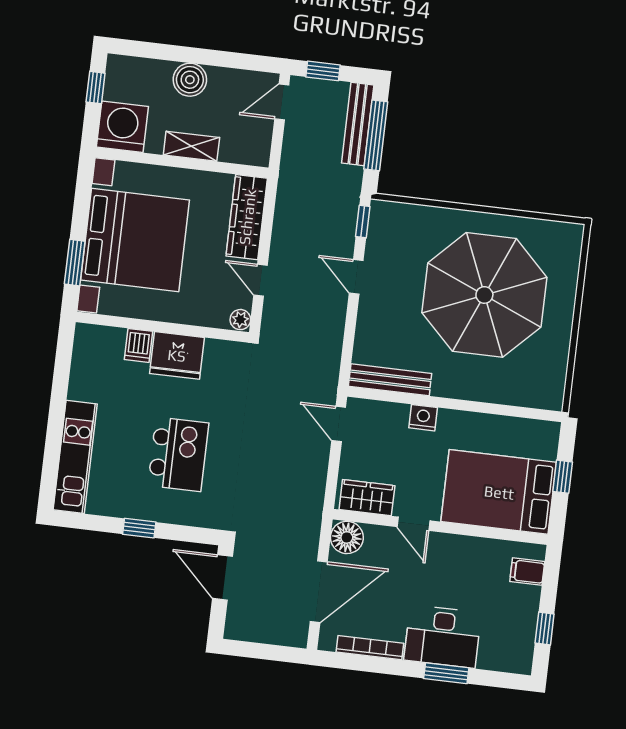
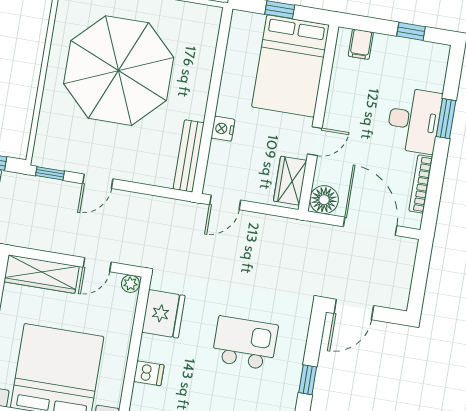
fridge: (177, 355) -> (163, 314), moved

